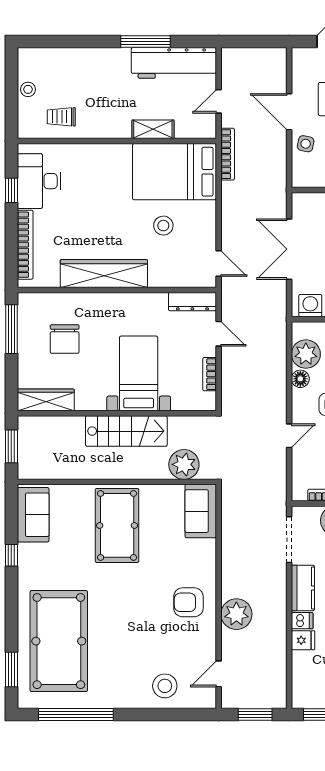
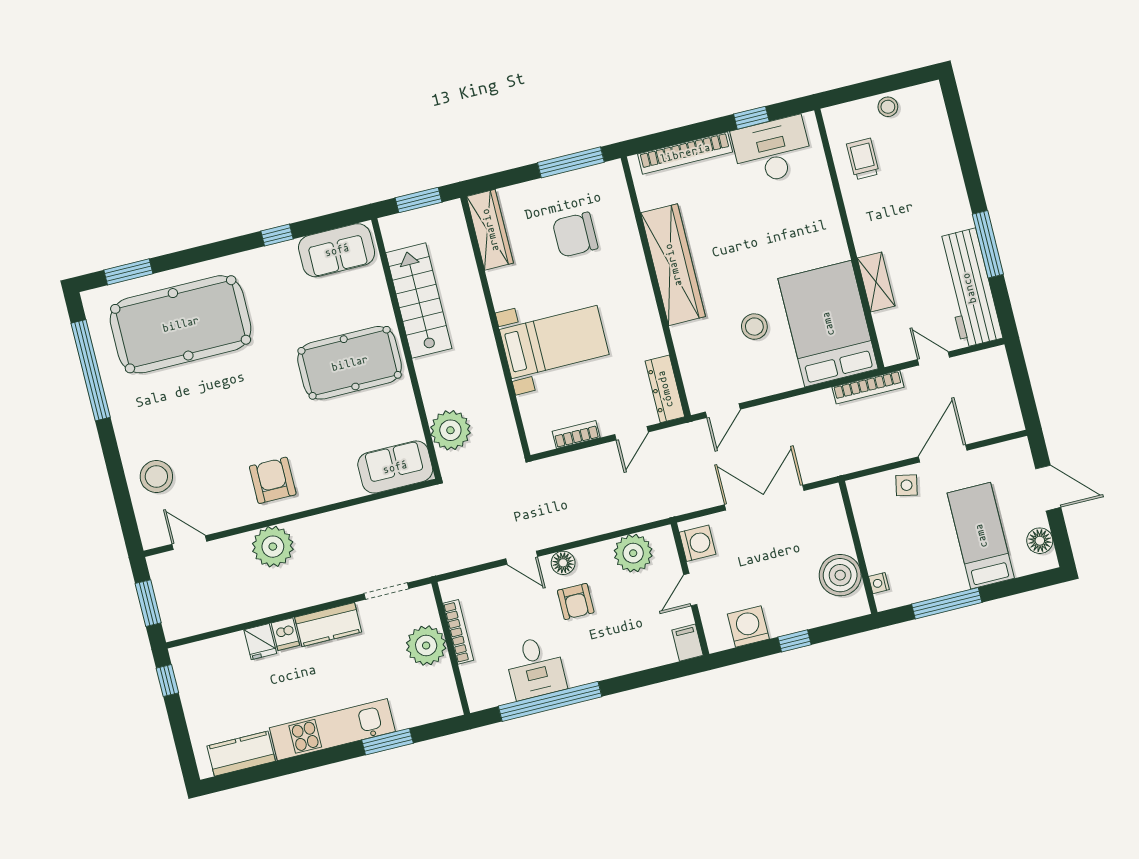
floor lamp: (300, 379) -> (563, 563), moved
stairs: (126, 431) -> (419, 301), moved, turned 180
doorway: (289, 540) -> (386, 591), width x0.73

